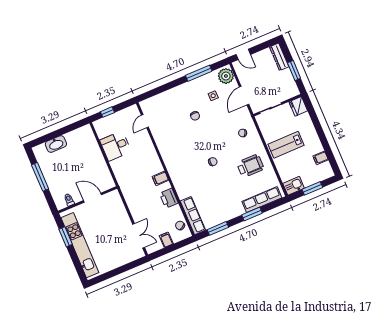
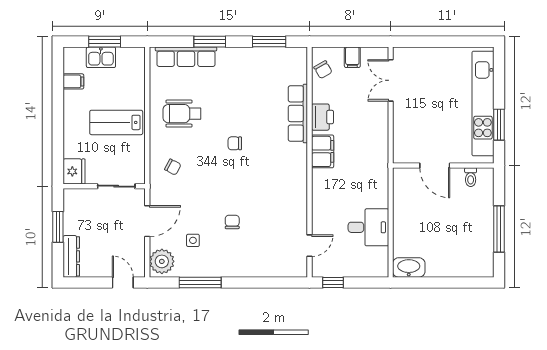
window: (107, 112) -> (333, 282), moved
washbasin: (56, 144) -> (409, 267), moved
lab bench: (286, 145) -> (116, 122), turned 180
filing cabinet: (160, 178) -> (323, 151), width x2.00
kitchen sink: (294, 186) -> (101, 57), moved
row of seats: (193, 216) -> (298, 114), moved

